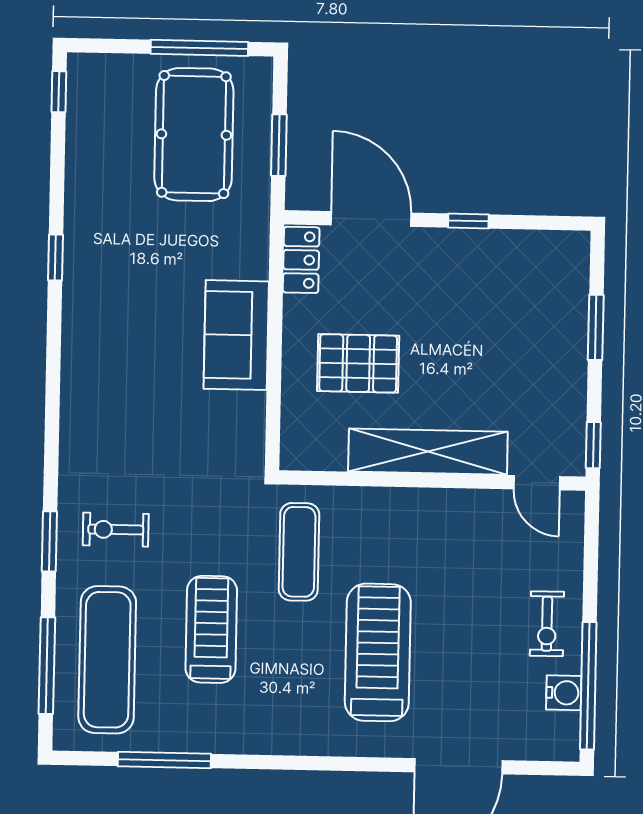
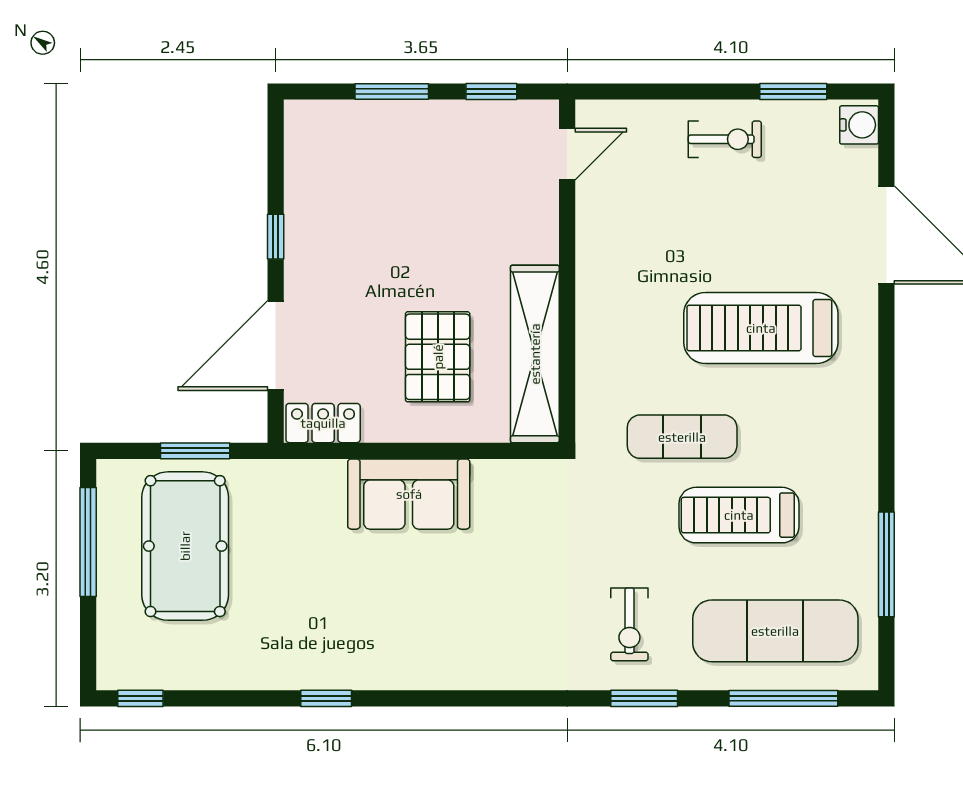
pool table: (194, 135) -> (185, 546), turned 90
window: (593, 445) -> (491, 92), moved
shelving: (428, 452) -> (535, 354), moved
exercise mat: (299, 552) -> (682, 437), moved
window: (588, 686) -> (793, 92), width x0.47
water cooler: (564, 693) -> (859, 125), moved, turned 90

